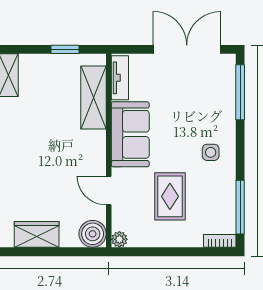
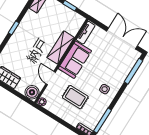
shelving: (94, 97) -> (61, 47), moved
rug: (170, 196) -> (75, 97), turned 90

